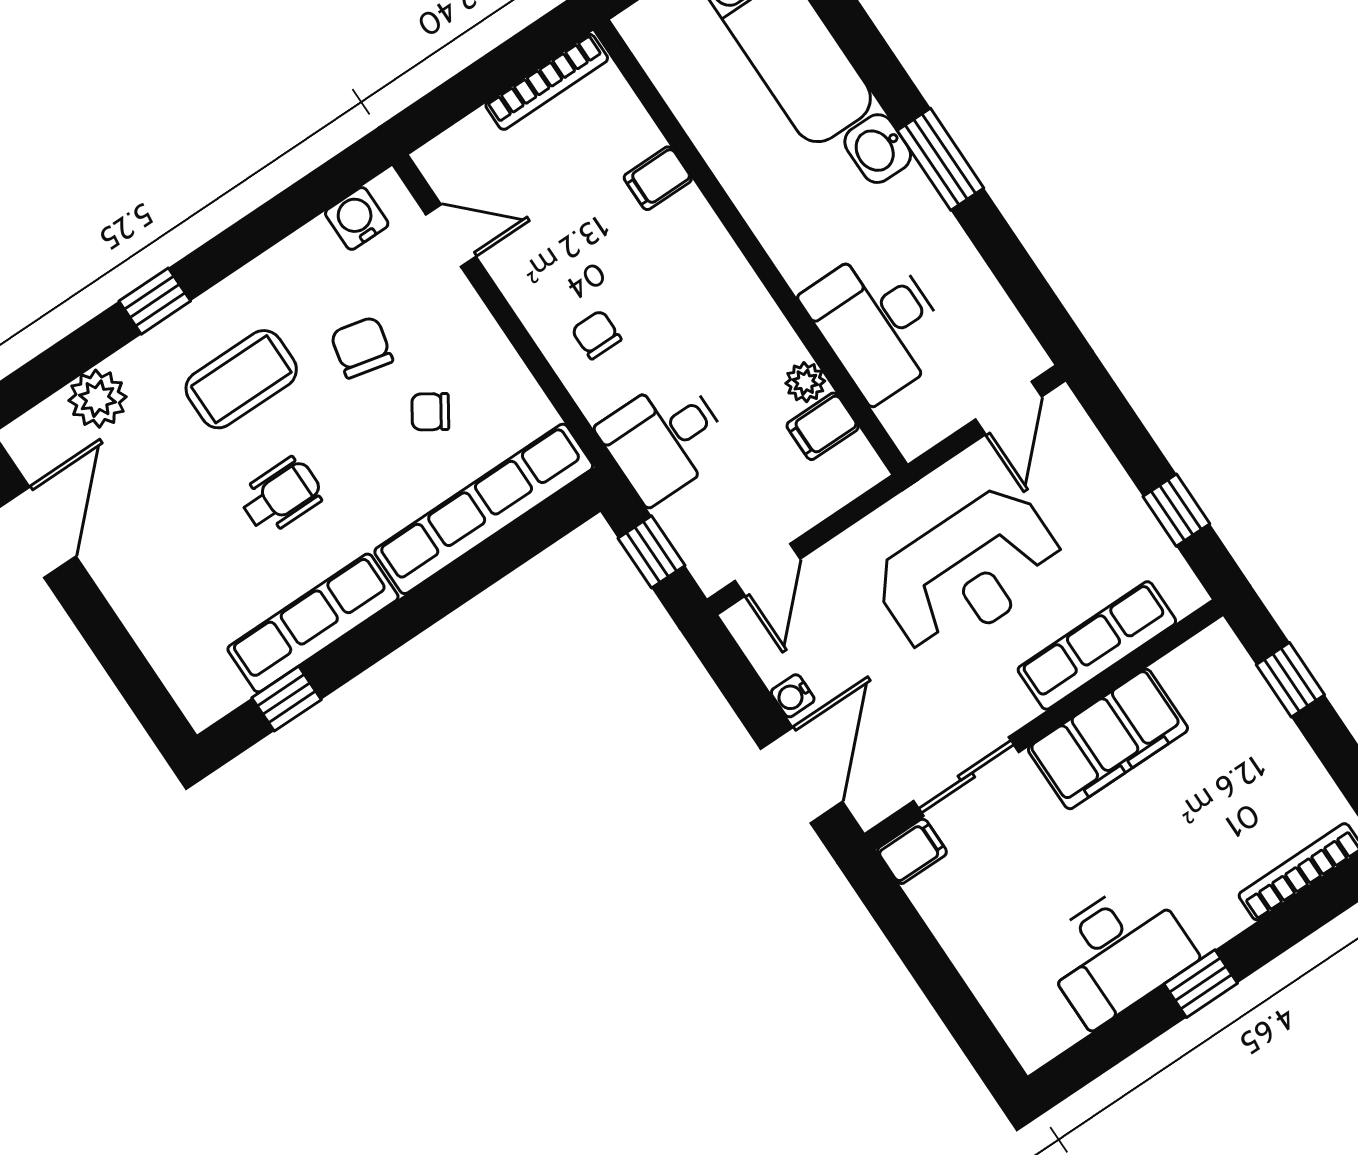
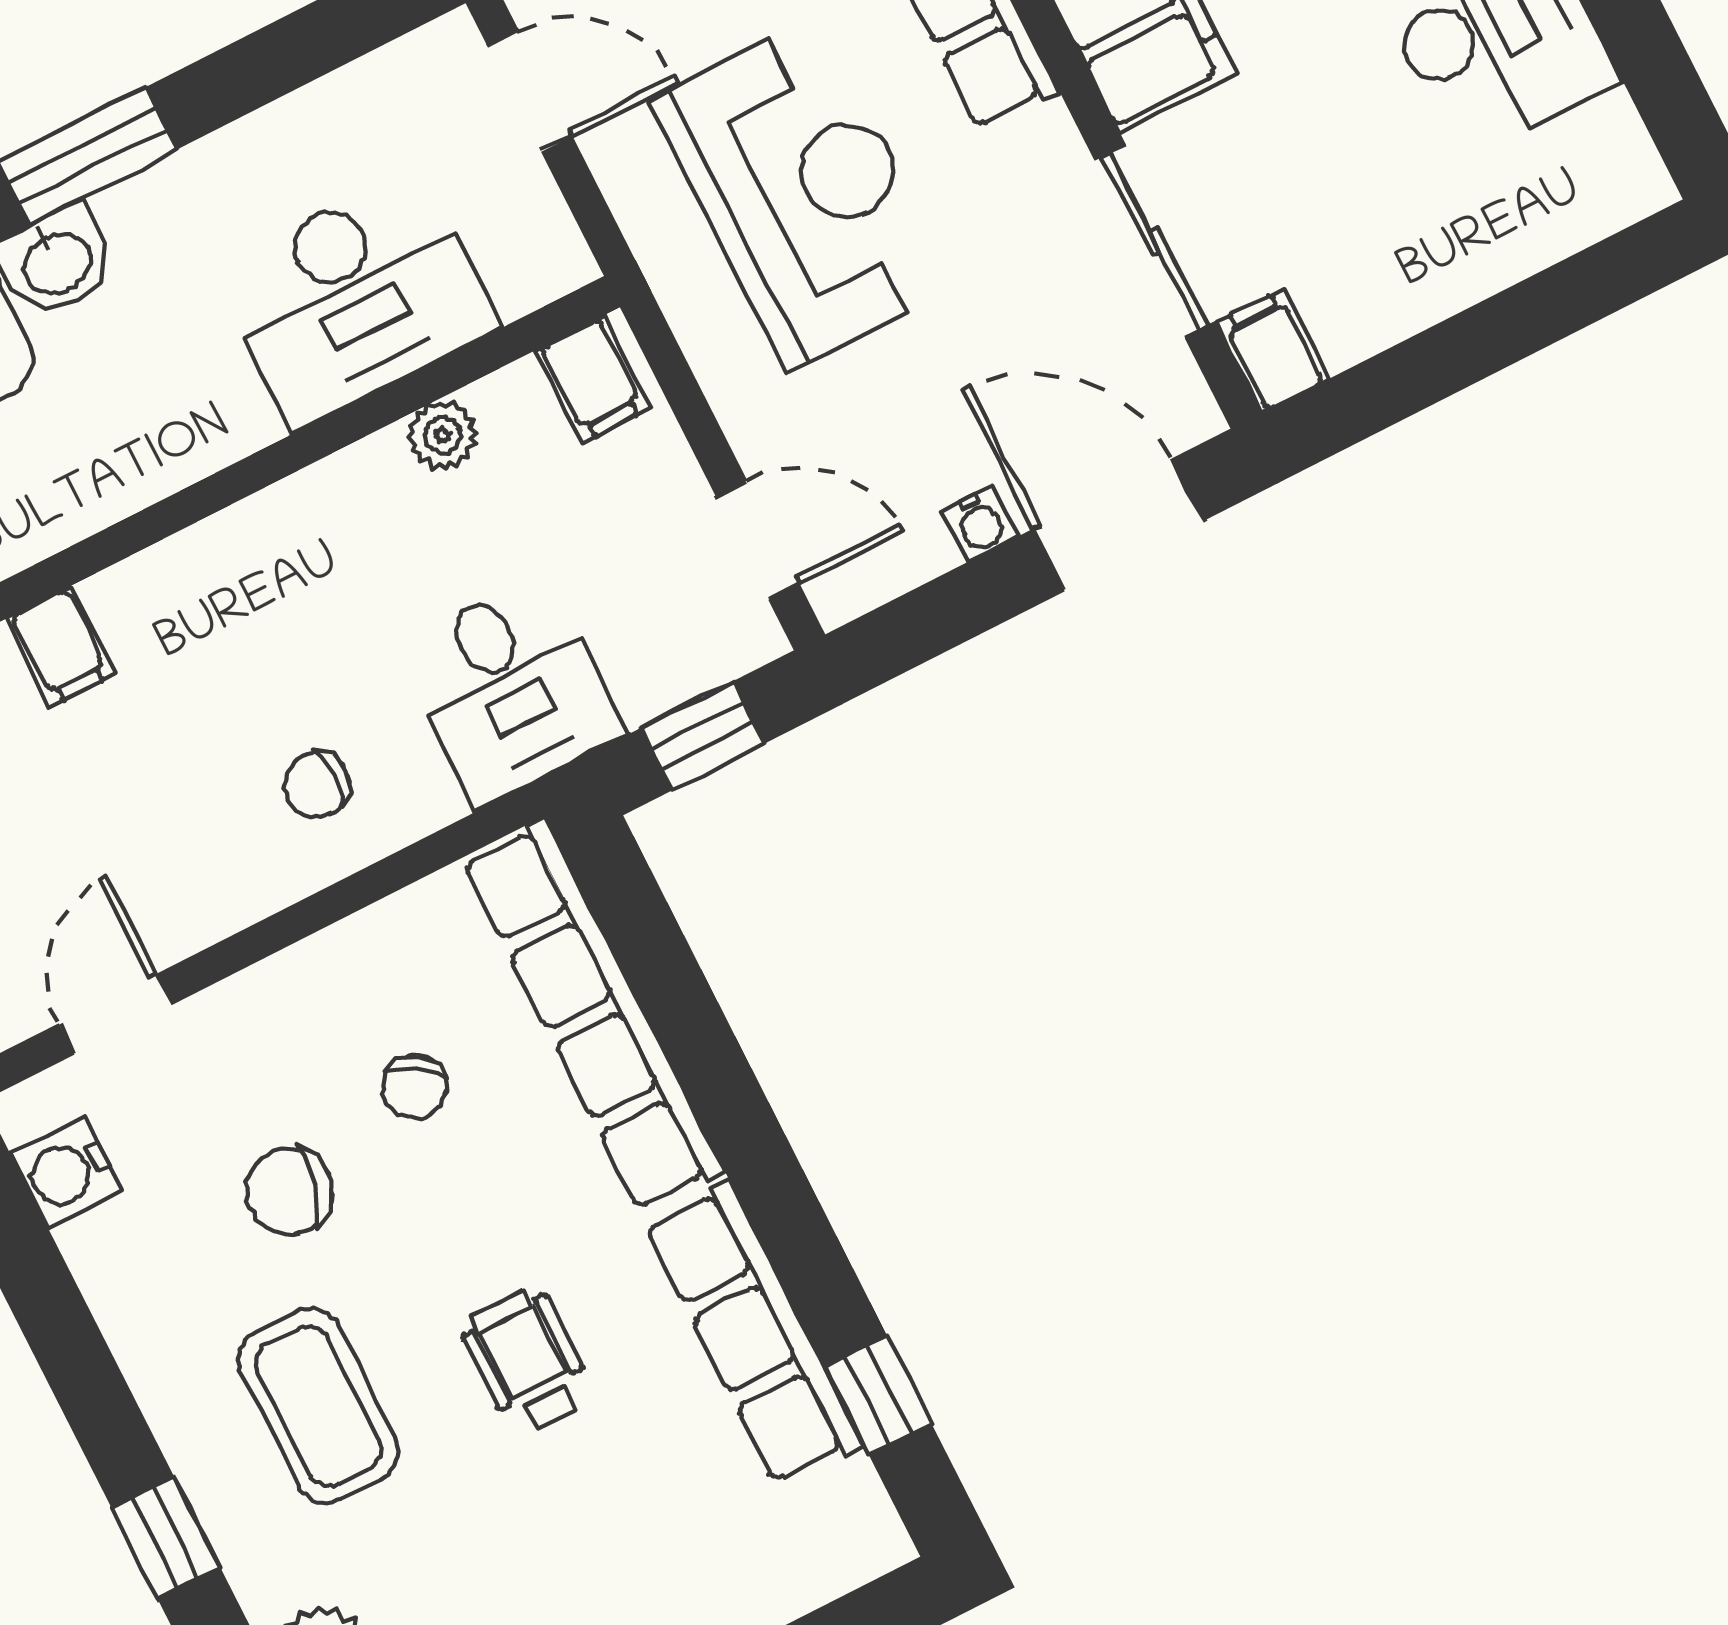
filing cabinet: (823, 426) -> (593, 379), moved

